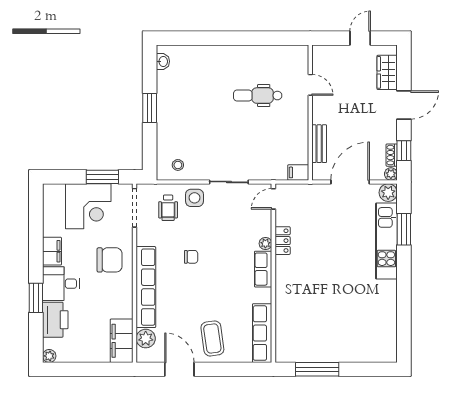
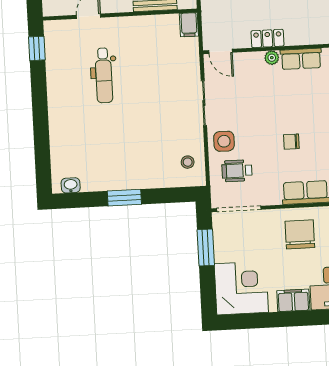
window: (284, 38) -> (37, 48), added
corner desk: (88, 206) -> (241, 288), moved
wheelchair: (168, 208) -> (237, 171), turned 180
chair: (191, 257) -> (291, 142), turned -90

